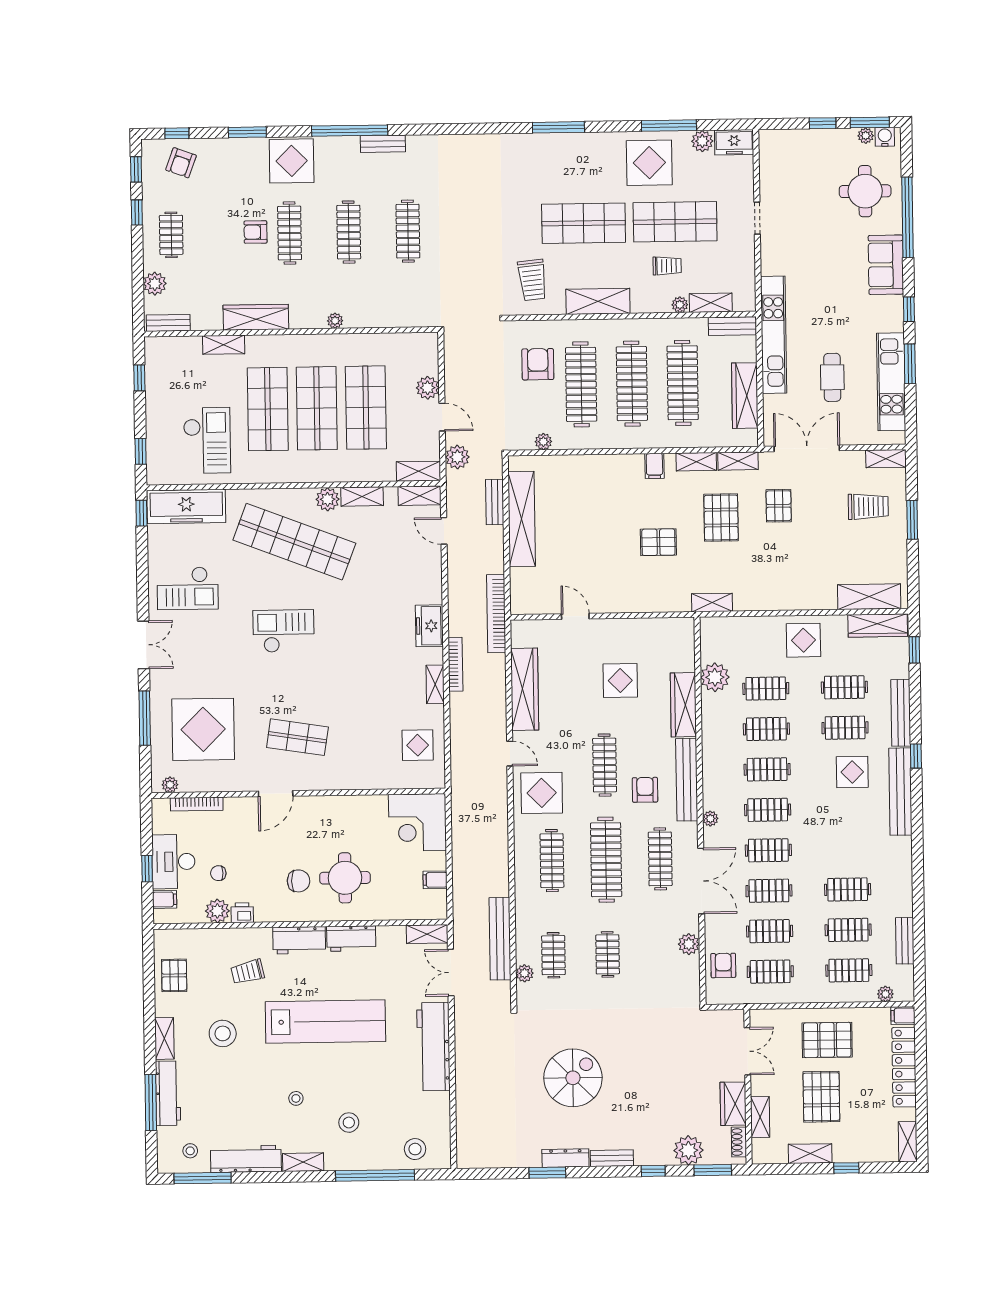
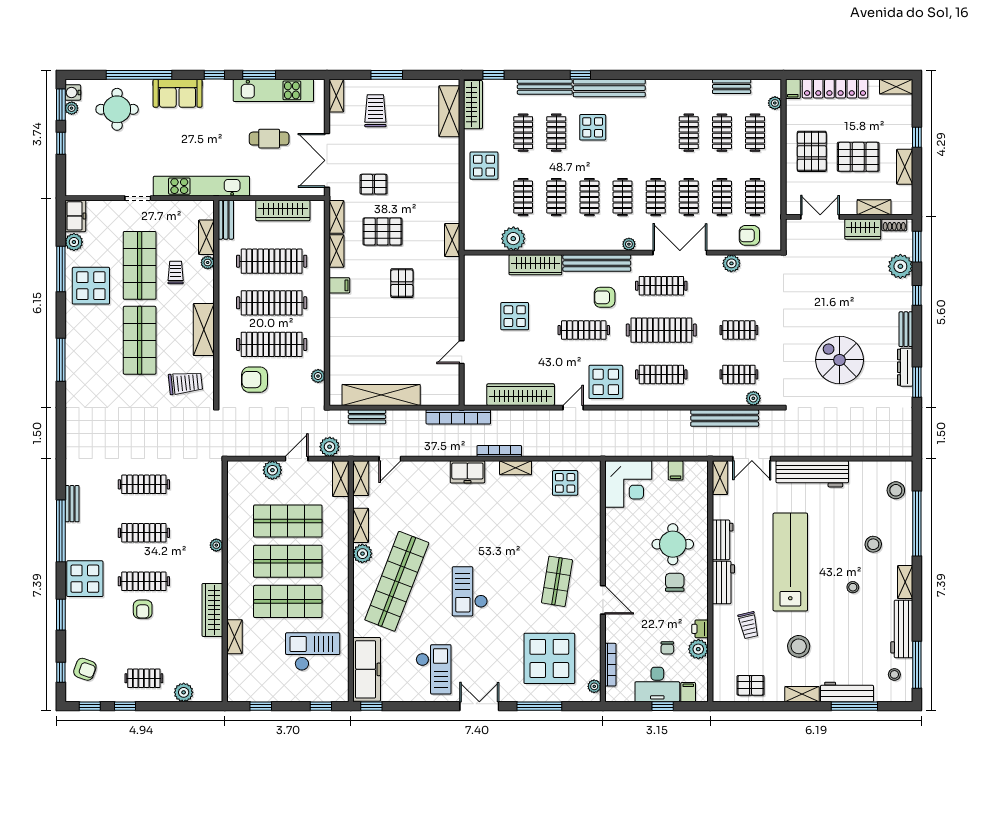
bench: (168, 323) -> (216, 682), removed
kitchen unit: (774, 335) -> (201, 186), moved

